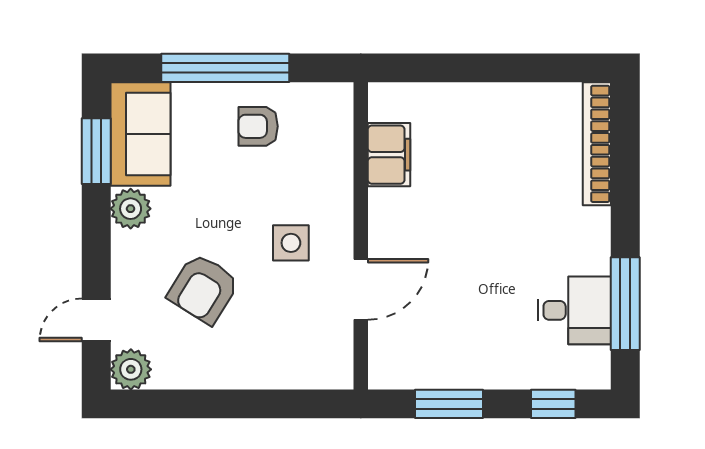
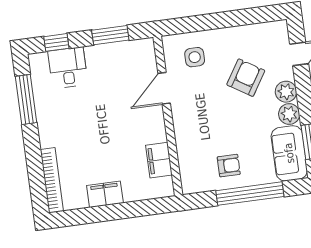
filing cabinet: (500, 104) -> (105, 194), added
side table: (291, 243) -> (195, 57), moved
desk: (574, 310) -> (68, 68), moved, turned 90
plant: (131, 369) -> (286, 92), moved

